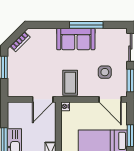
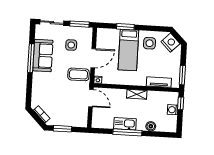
sofa: (76, 39) -> (43, 56), moved
door: (110, 99) -> (93, 58), moved

